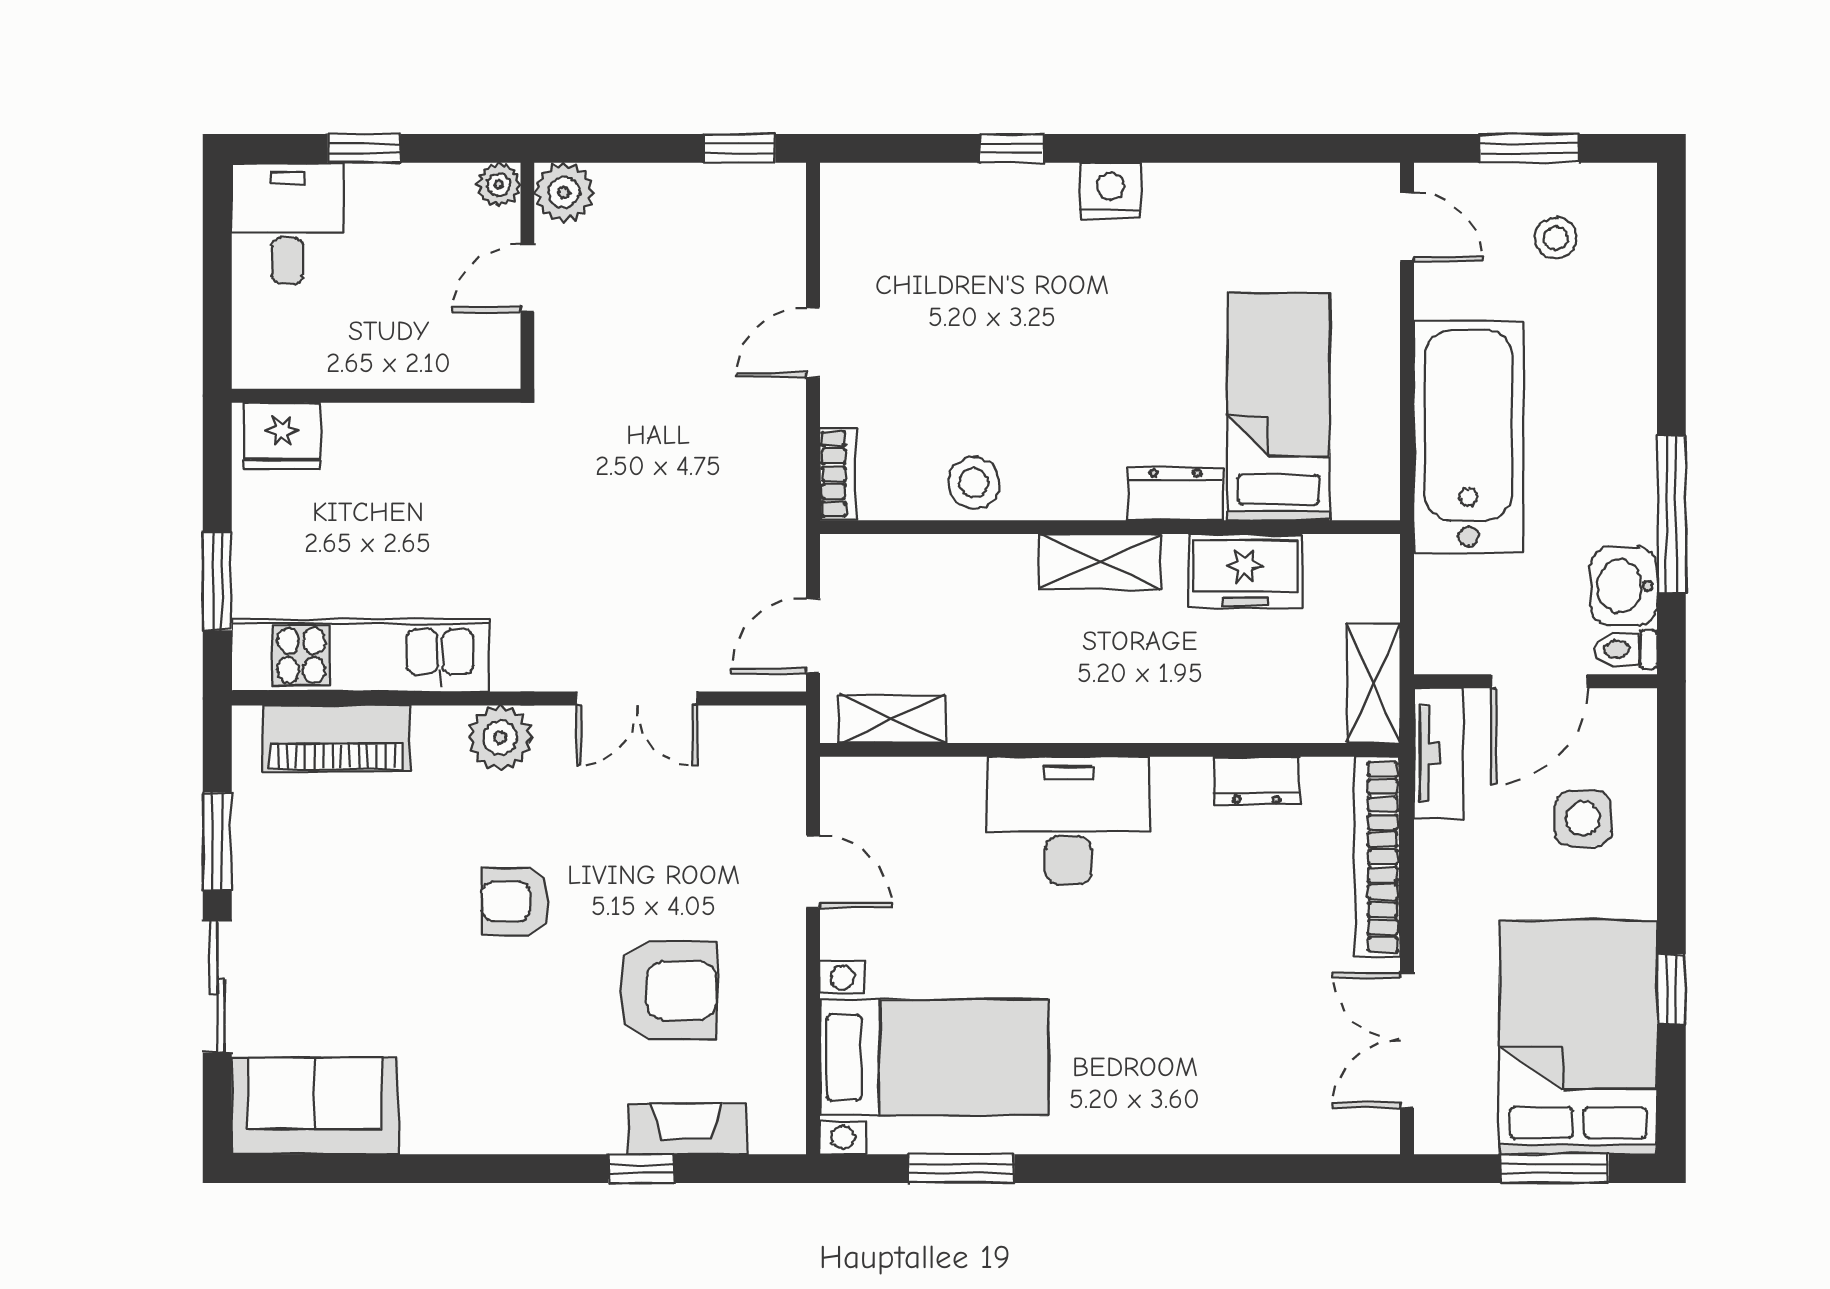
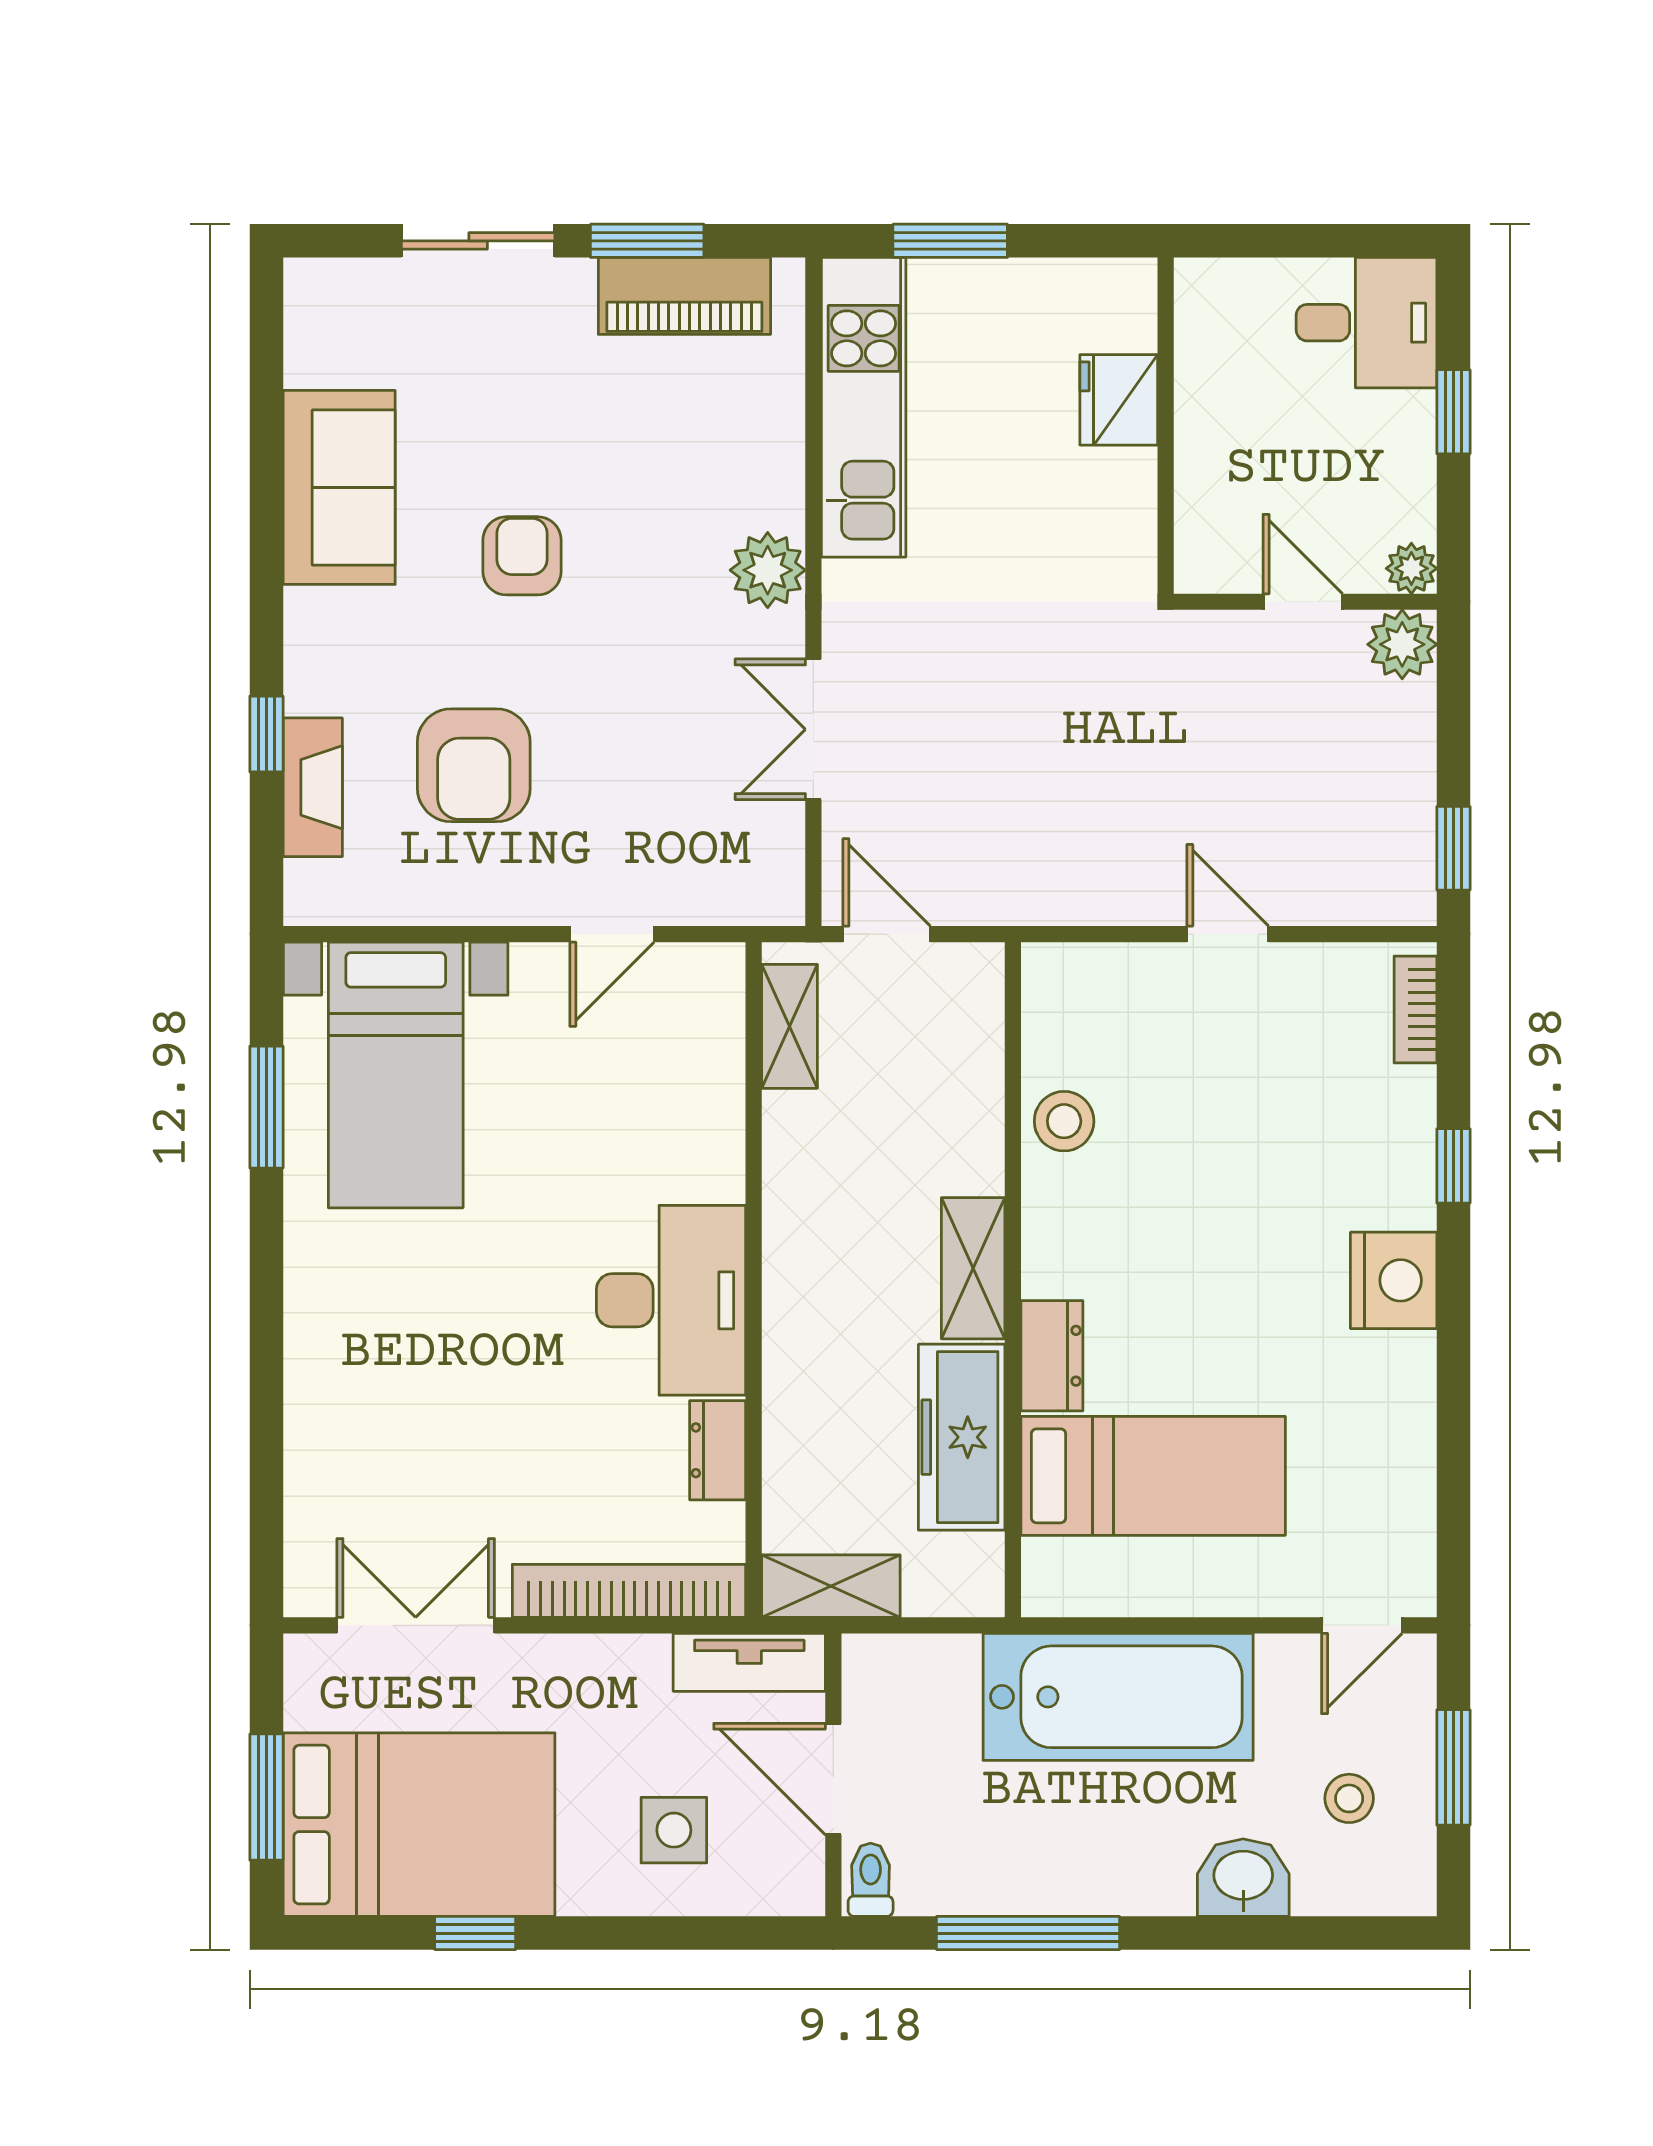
nightstand: (1111, 191) -> (1394, 1280), width x1.36, depth x1.33
fridge: (282, 436) -> (1119, 400), moved
bookcase: (838, 474) -> (1415, 1009), moved, turned 90
freezer: (1245, 571) -> (962, 1437), width x1.40
washbasin: (1624, 586) -> (1243, 1878), moved
piano: (336, 738) -> (684, 296), moved, turned -90
desk: (1068, 821) -> (671, 1300), moved
armchair: (515, 901) -> (522, 556), moved
sofa: (315, 1106) -> (339, 487), moved

